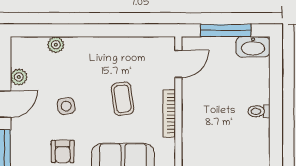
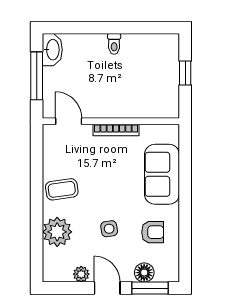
plant: (56, 45) -> (57, 232), width x1.87, depth x1.87
coffee table: (122, 99) -> (62, 189), moved
floor lamp: (20, 143) -> (144, 273), added

